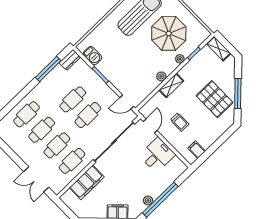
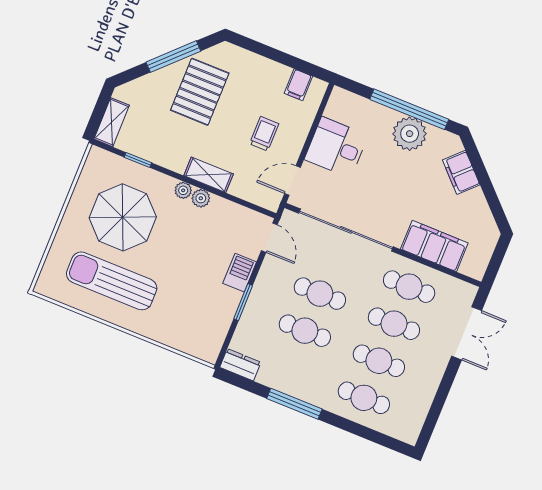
barbecue: (92, 56) -> (240, 273), moved
plant: (180, 59) -> (183, 190), moved
window: (48, 69) -> (294, 404), moved
plant: (148, 200) -> (410, 134), width x1.88, depth x1.88

